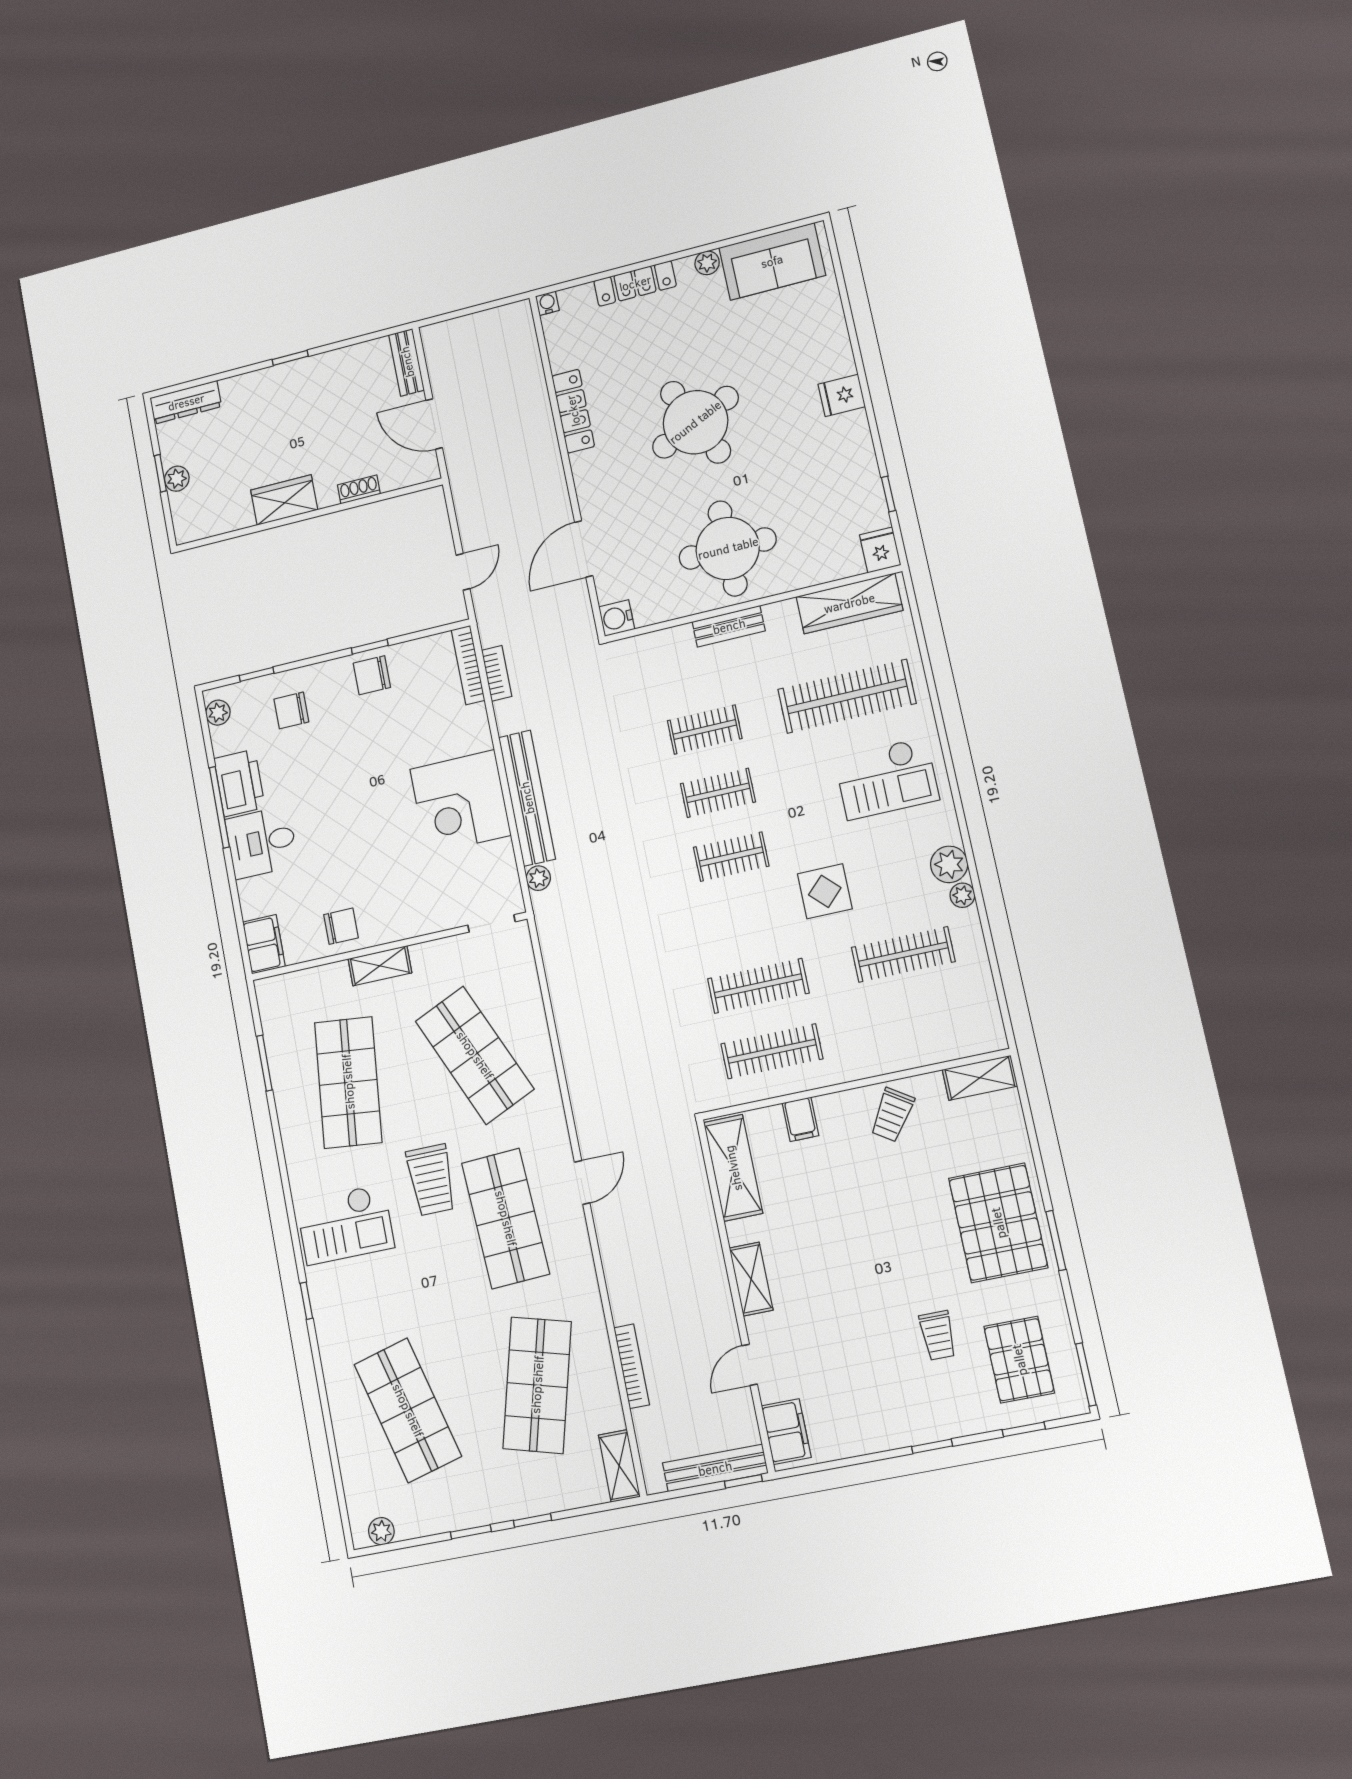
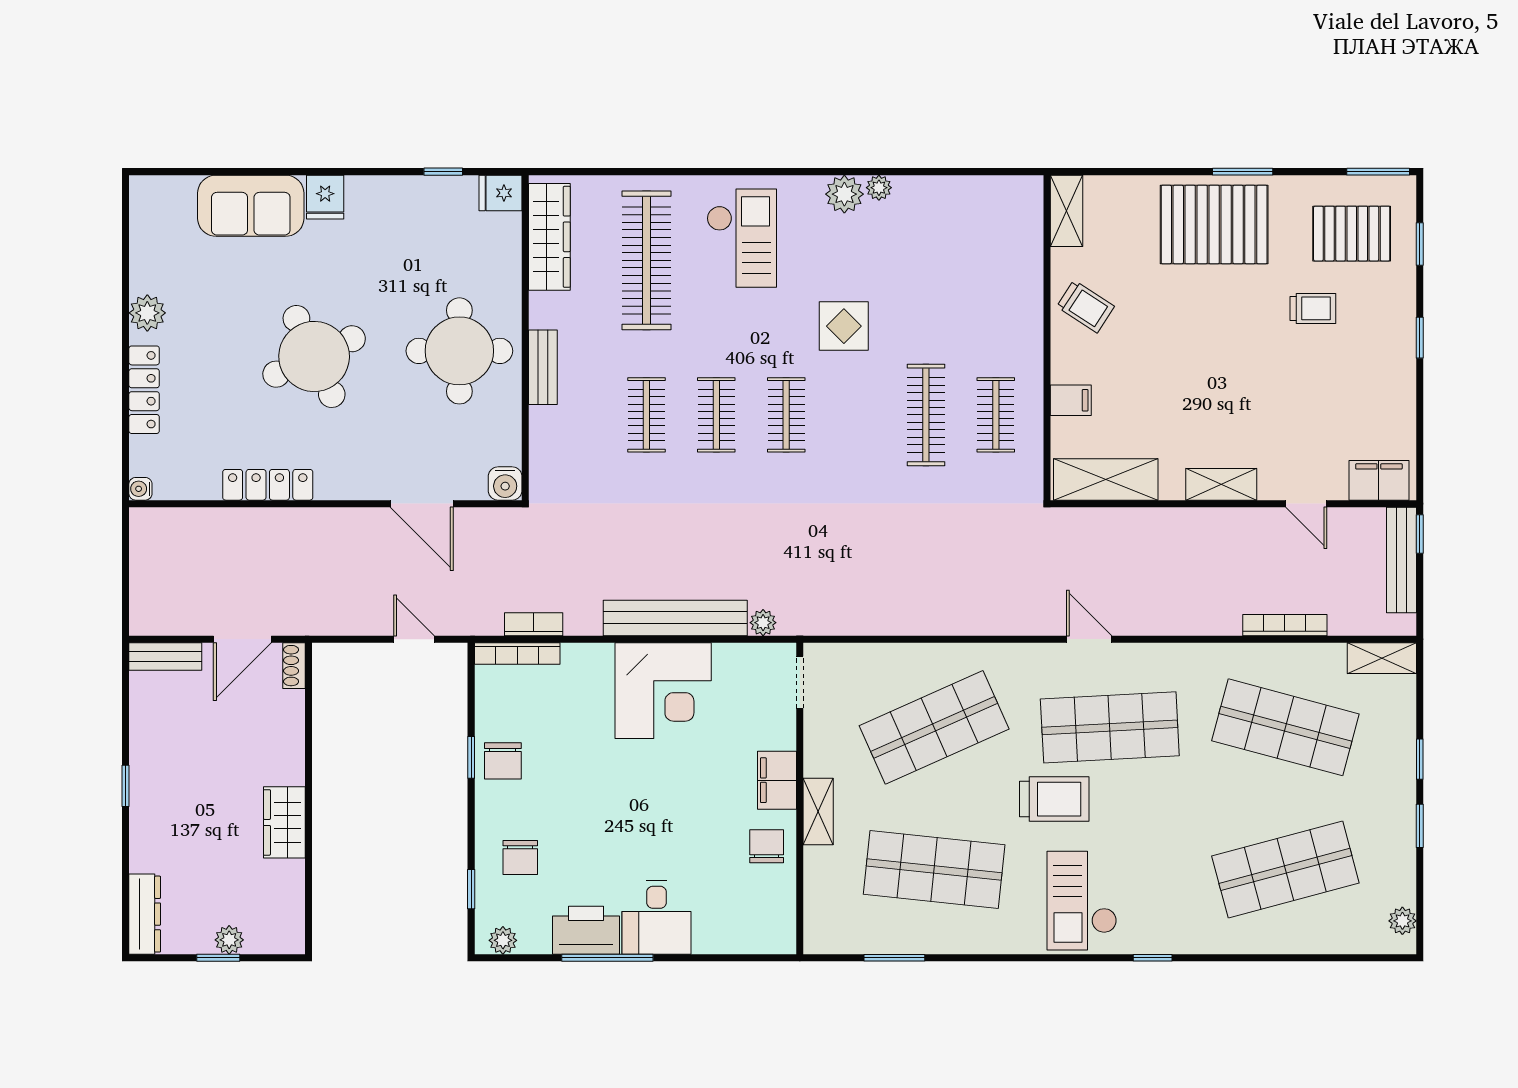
sofa: (772, 261) -> (251, 206), moved, turned 90
plant: (707, 263) -> (147, 313), width x1.38, depth x1.38
shoe rack: (359, 489) -> (294, 666), moved
filing cabinet: (264, 944) -> (777, 780), moved, turned -90
clothes rail: (903, 954) -> (926, 260), removed
clothes rail: (772, 1051) -> (996, 415), width x0.73
checkout: (345, 1224) -> (1082, 901), turned 180

